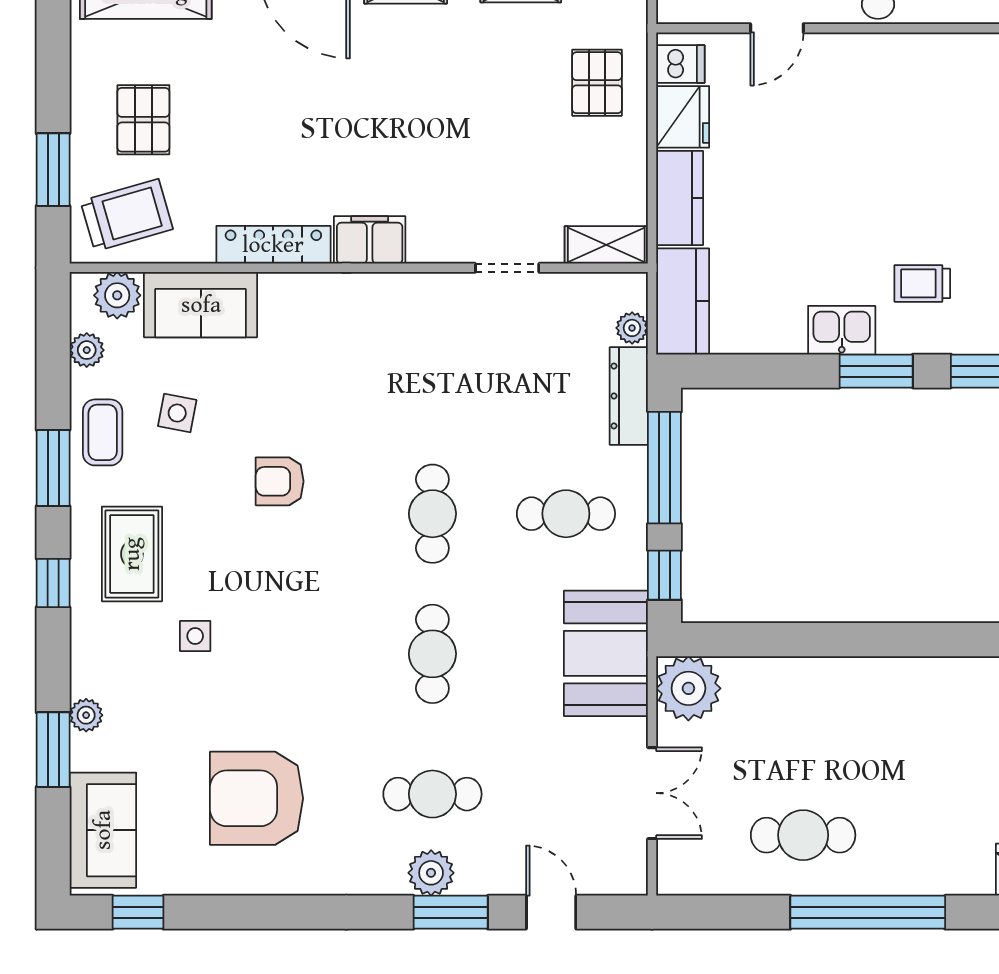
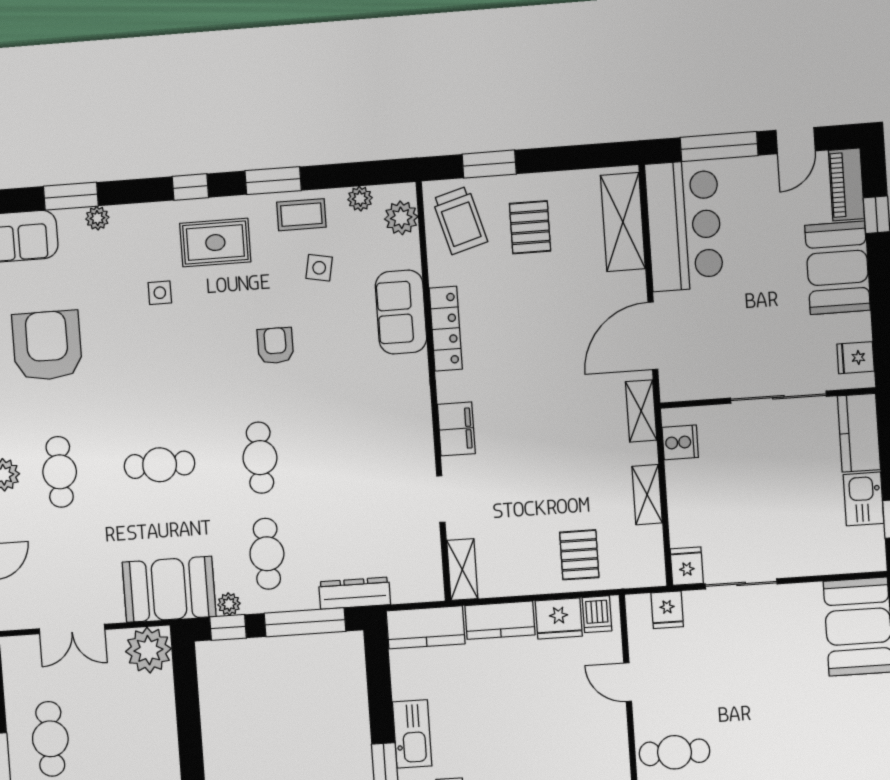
pallet: (597, 83) -> (579, 555), turned 90
pallet: (143, 120) -> (530, 227), turned 90
filing cabinet: (370, 240) -> (456, 429), moved
sofa: (201, 305) -> (401, 312), moved
plant: (632, 328) -> (229, 604), moved
kitchen sink: (842, 330) -> (412, 734), width x1.38
cafe table: (432, 514) -> (260, 458), turned 90

